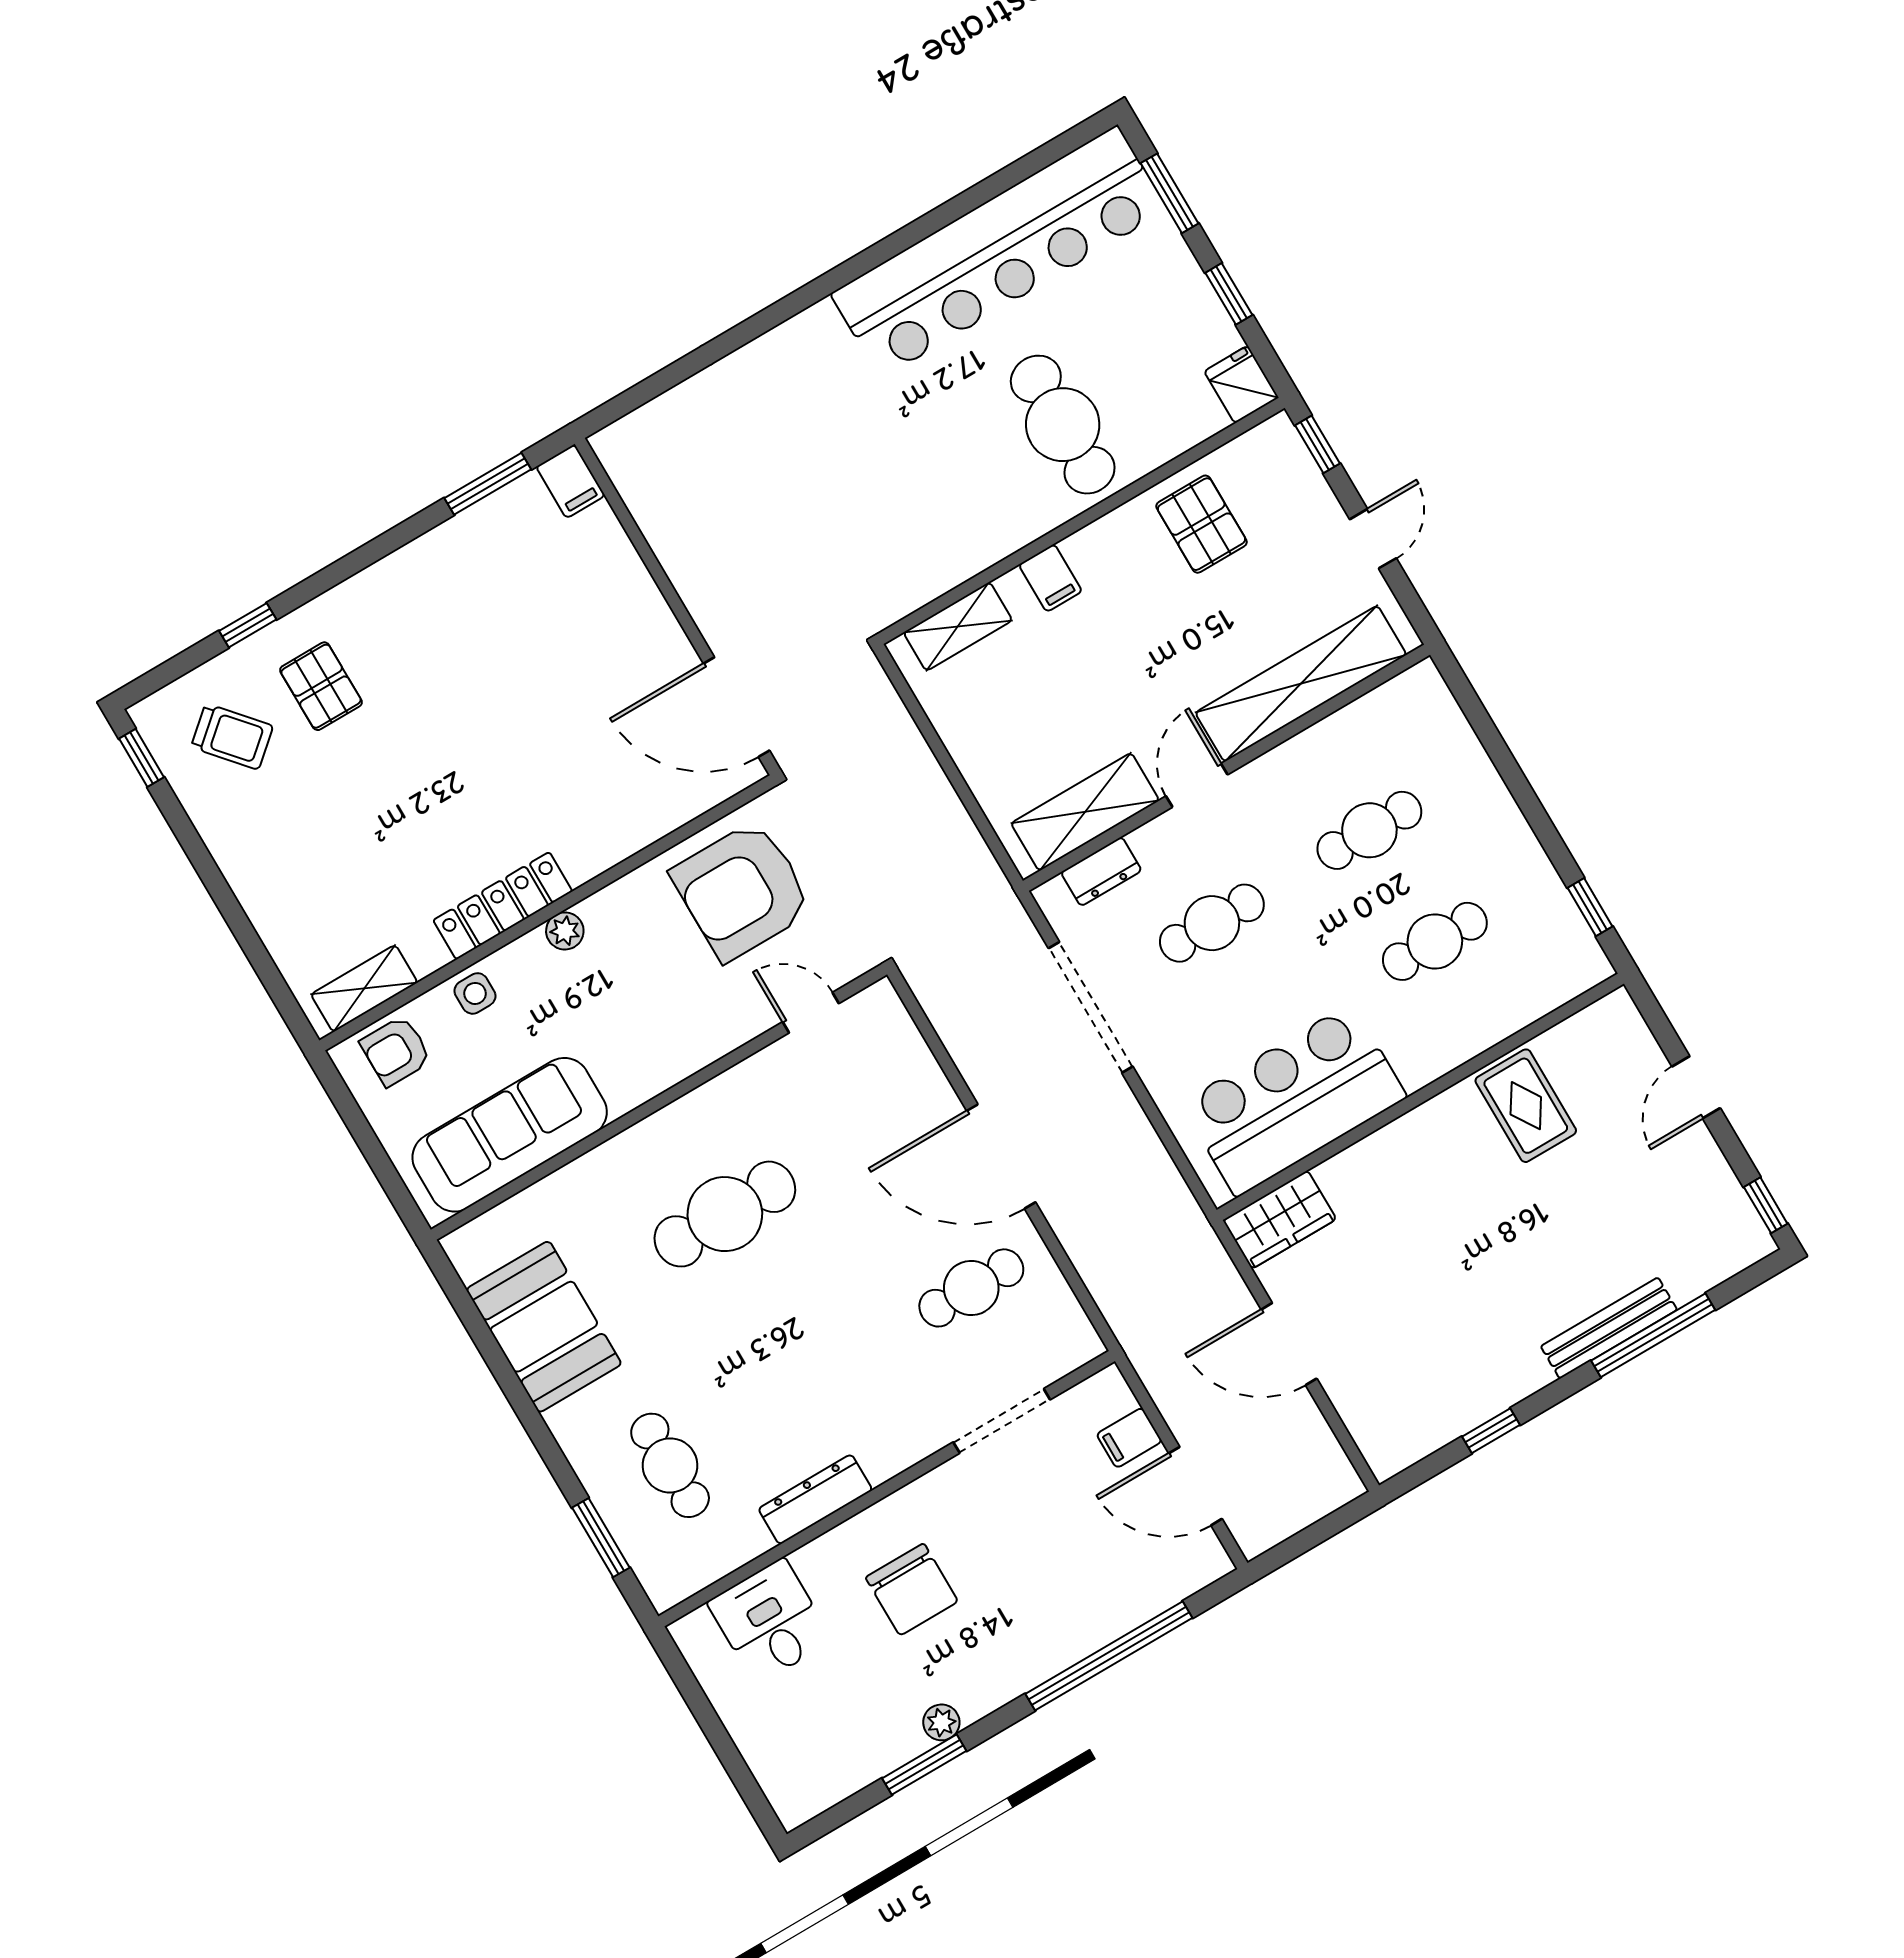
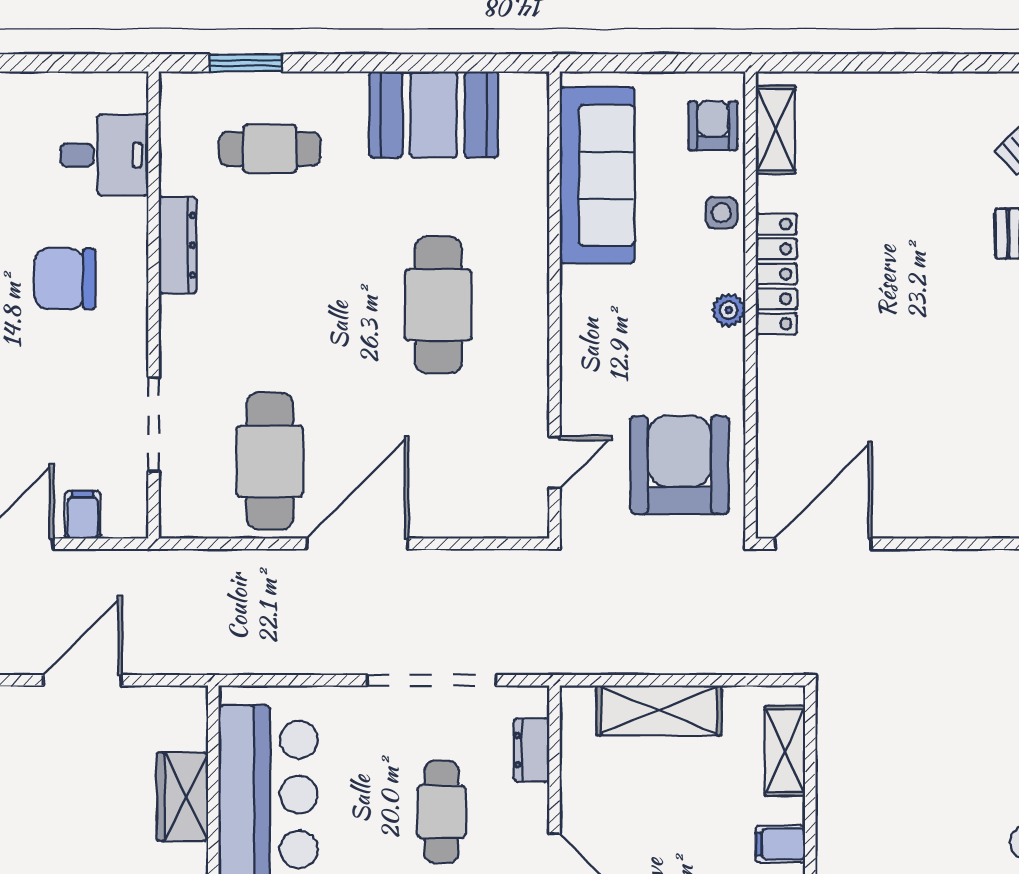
shelving: (1085, 812) -> (659, 710), moved, turned 90
wardrobe: (1280, 1220) -> (183, 797), moved
cafe table: (971, 1288) -> (270, 461), width x1.37, depth x1.35

